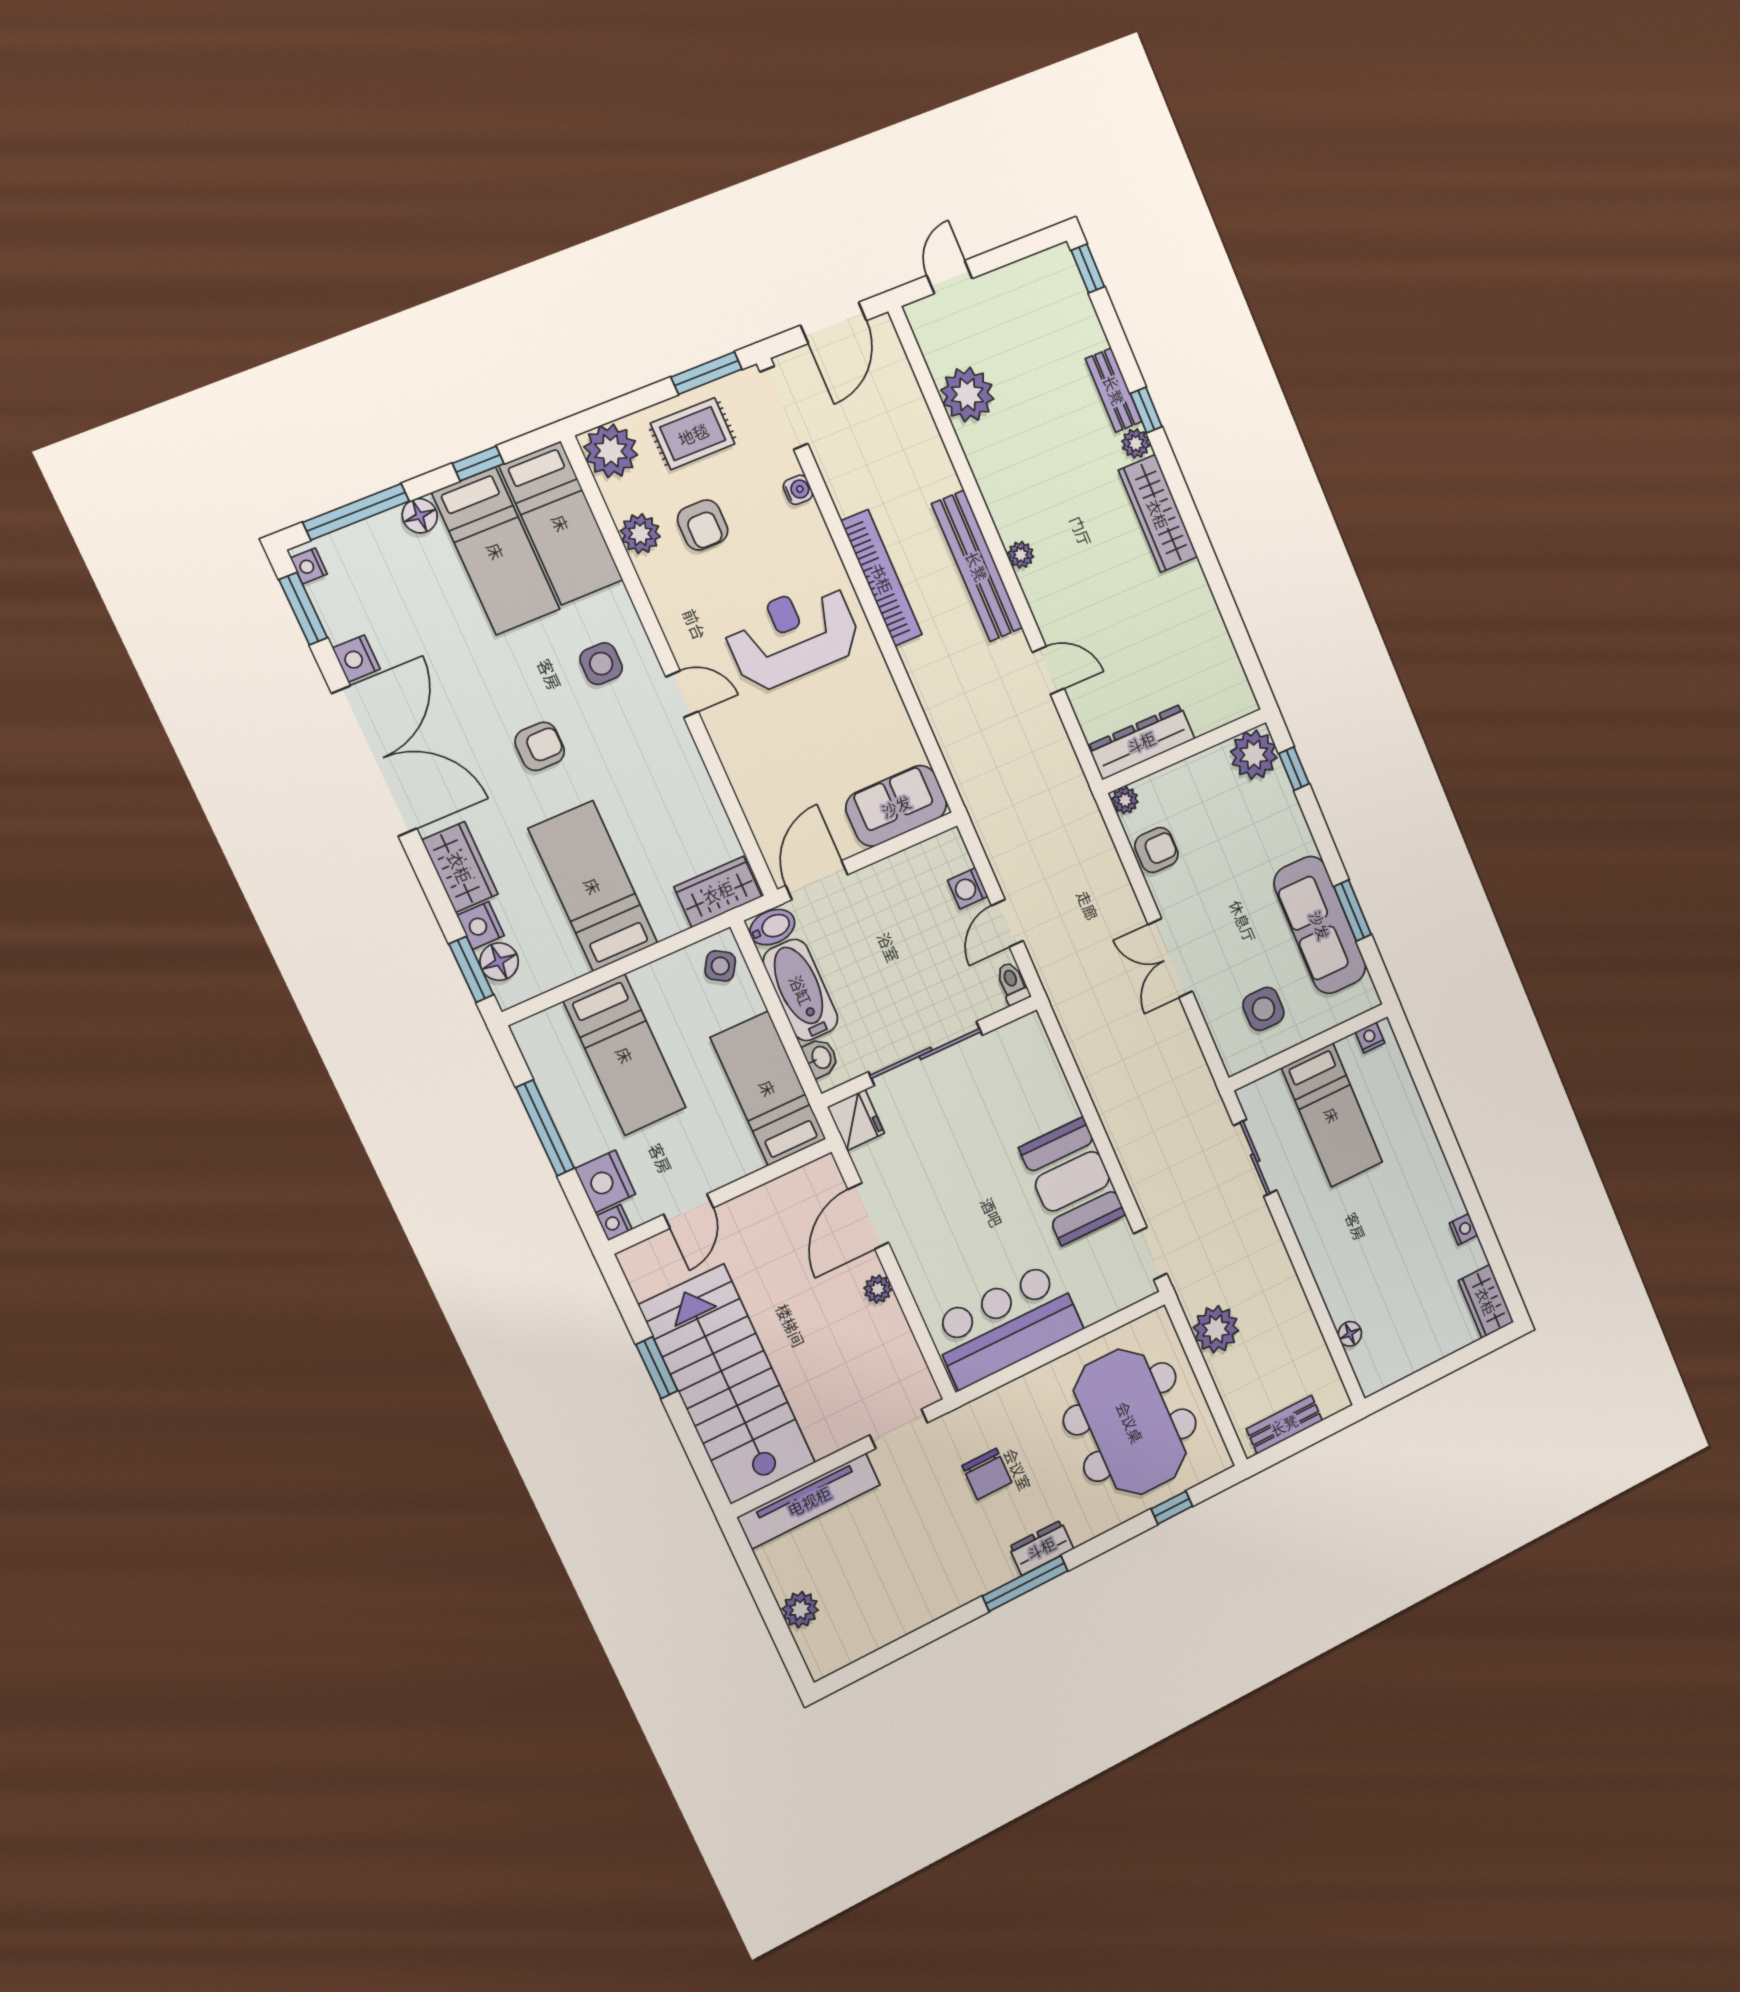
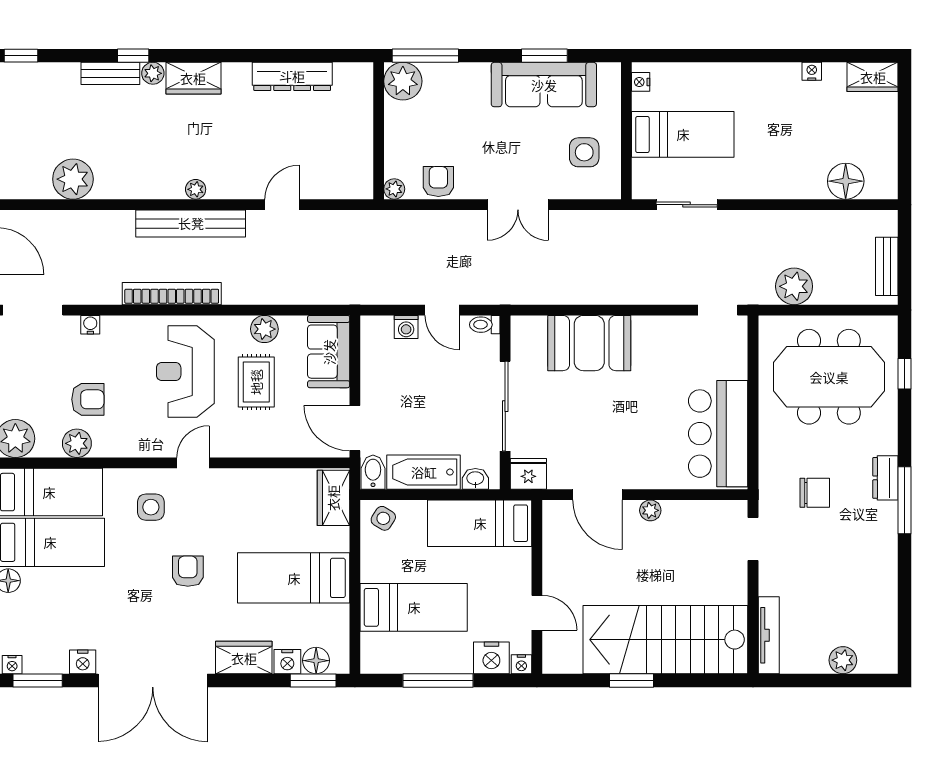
rug: (693, 434) -> (256, 382), moved
wardrobe: (1158, 514) -> (193, 78), width x0.67
plant: (889, 713) -> (264, 329), added
dresser: (1141, 742) -> (292, 76), moved, turned -90
double door: (374, 761) -> (153, 680), swing flipped
window: (1294, 769) -> (425, 56), width x2.17
booth: (1072, 1181) -> (589, 343), moved
floor lamp: (1350, 1334) -> (846, 181), width x1.89, depth x1.89
tv unit: (809, 1501) -> (769, 635), width x0.73, depth x0.78

